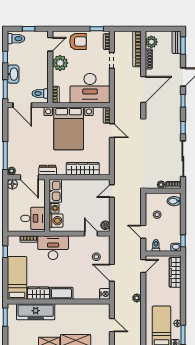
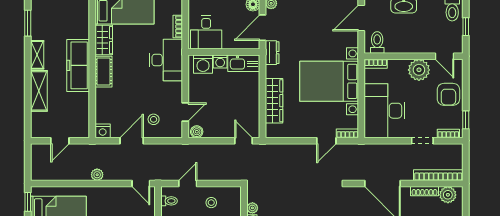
freezer: (36, 312) -> (78, 65), moved

